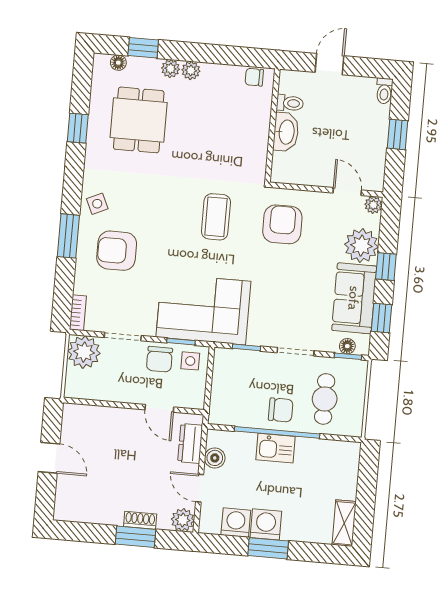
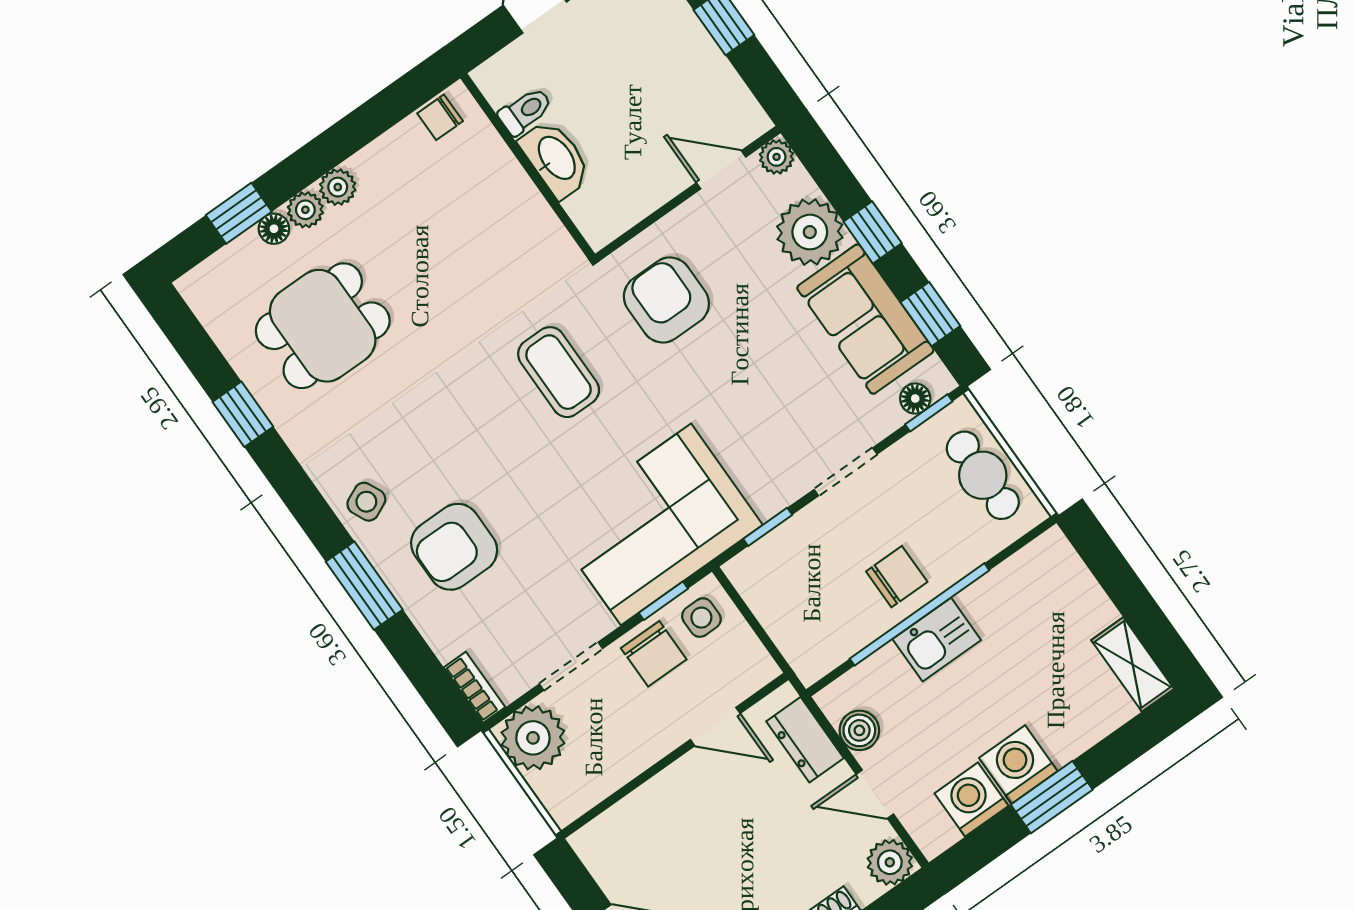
floor lamp: (118, 63) -> (274, 229), moved
dining table: (139, 120) -> (323, 326), turned 90
cafe table: (325, 399) -> (983, 475), moved

